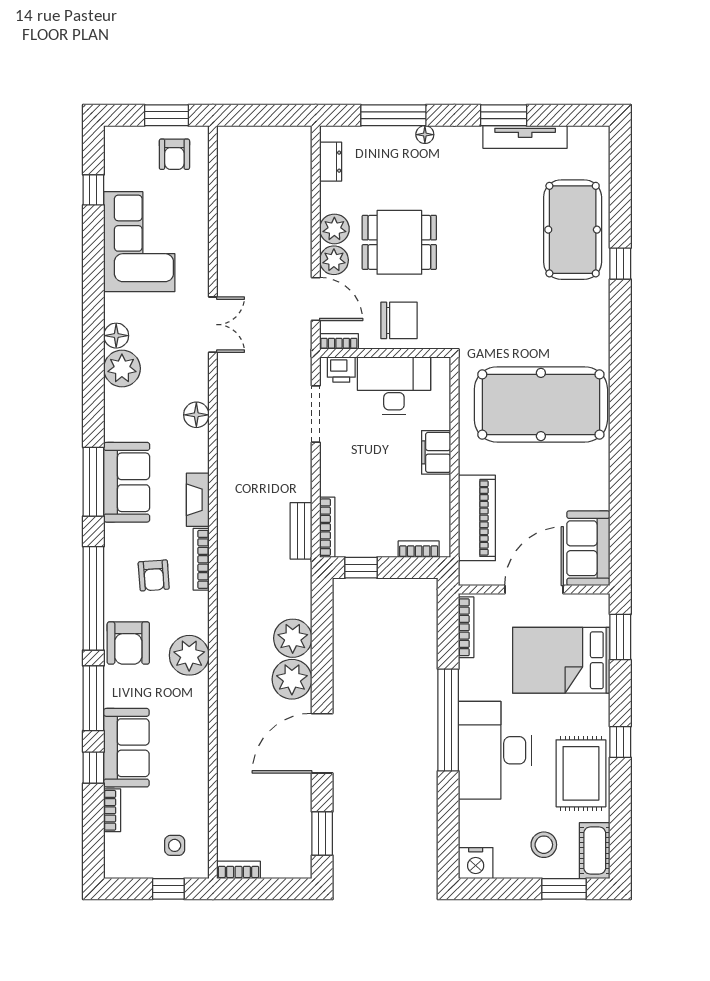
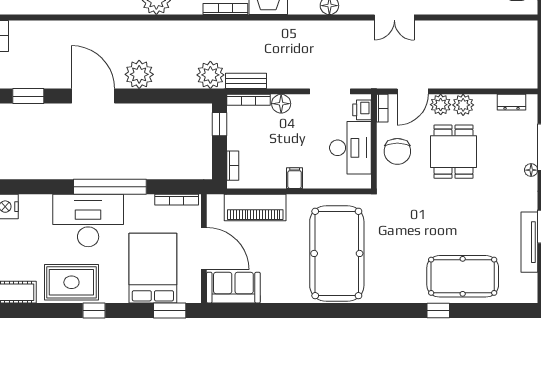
filing cabinet: (436, 452) -> (295, 178), width x0.50
floor lamp: (333, 482) -> (281, 104), added
plant: (293, 638) -> (210, 75), moved
stool: (544, 845) -> (20, 256), removed

